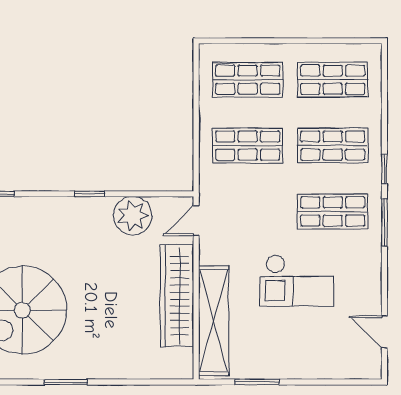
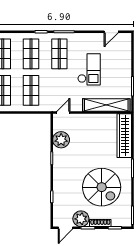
door: (196, 221) -> (63, 113), swing flipped
wardrobe: (177, 296) -> (124, 136), moved, turned 90

